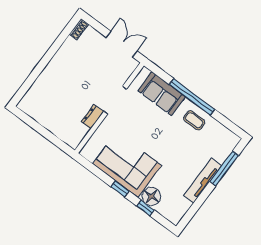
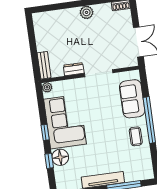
plant: (58, 62) -> (87, 12), added
bench: (66, 137) -> (44, 65), added
plant: (86, 152) -> (47, 87), added

